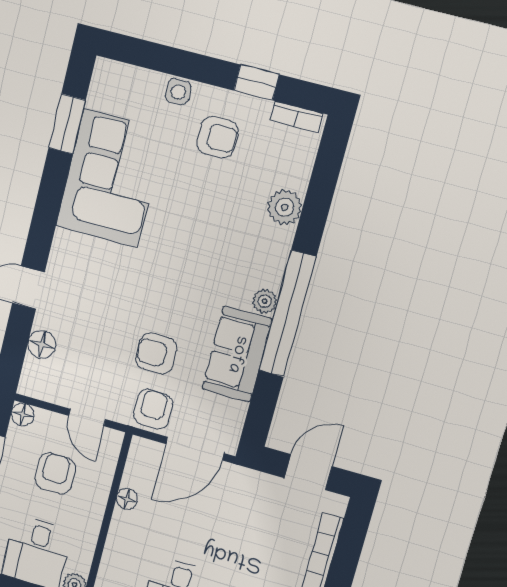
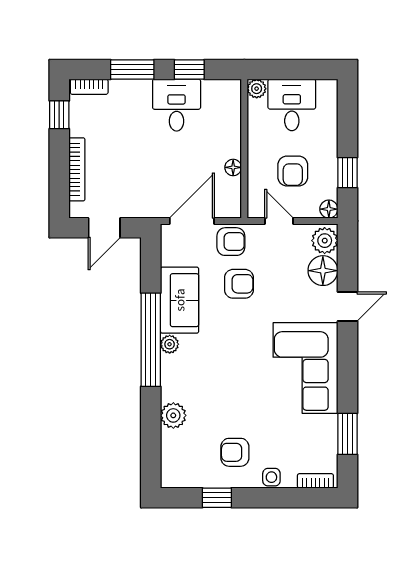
bookcase: (296, 117) -> (315, 481), moved
corner sofa: (111, 178) -> (305, 368), moved
floor lamp: (42, 344) -> (323, 271), width x1.38, depth x1.38
plant: (37, 377) -> (325, 241), added
armchair: (153, 409) -> (231, 242), turned -90

